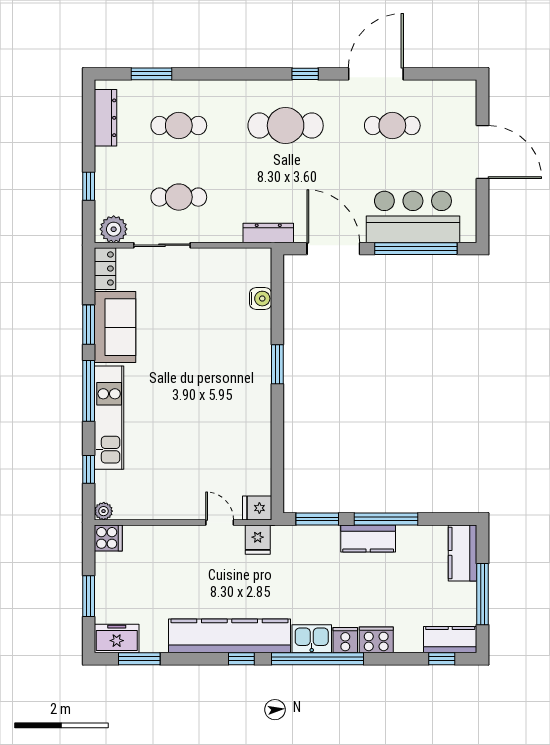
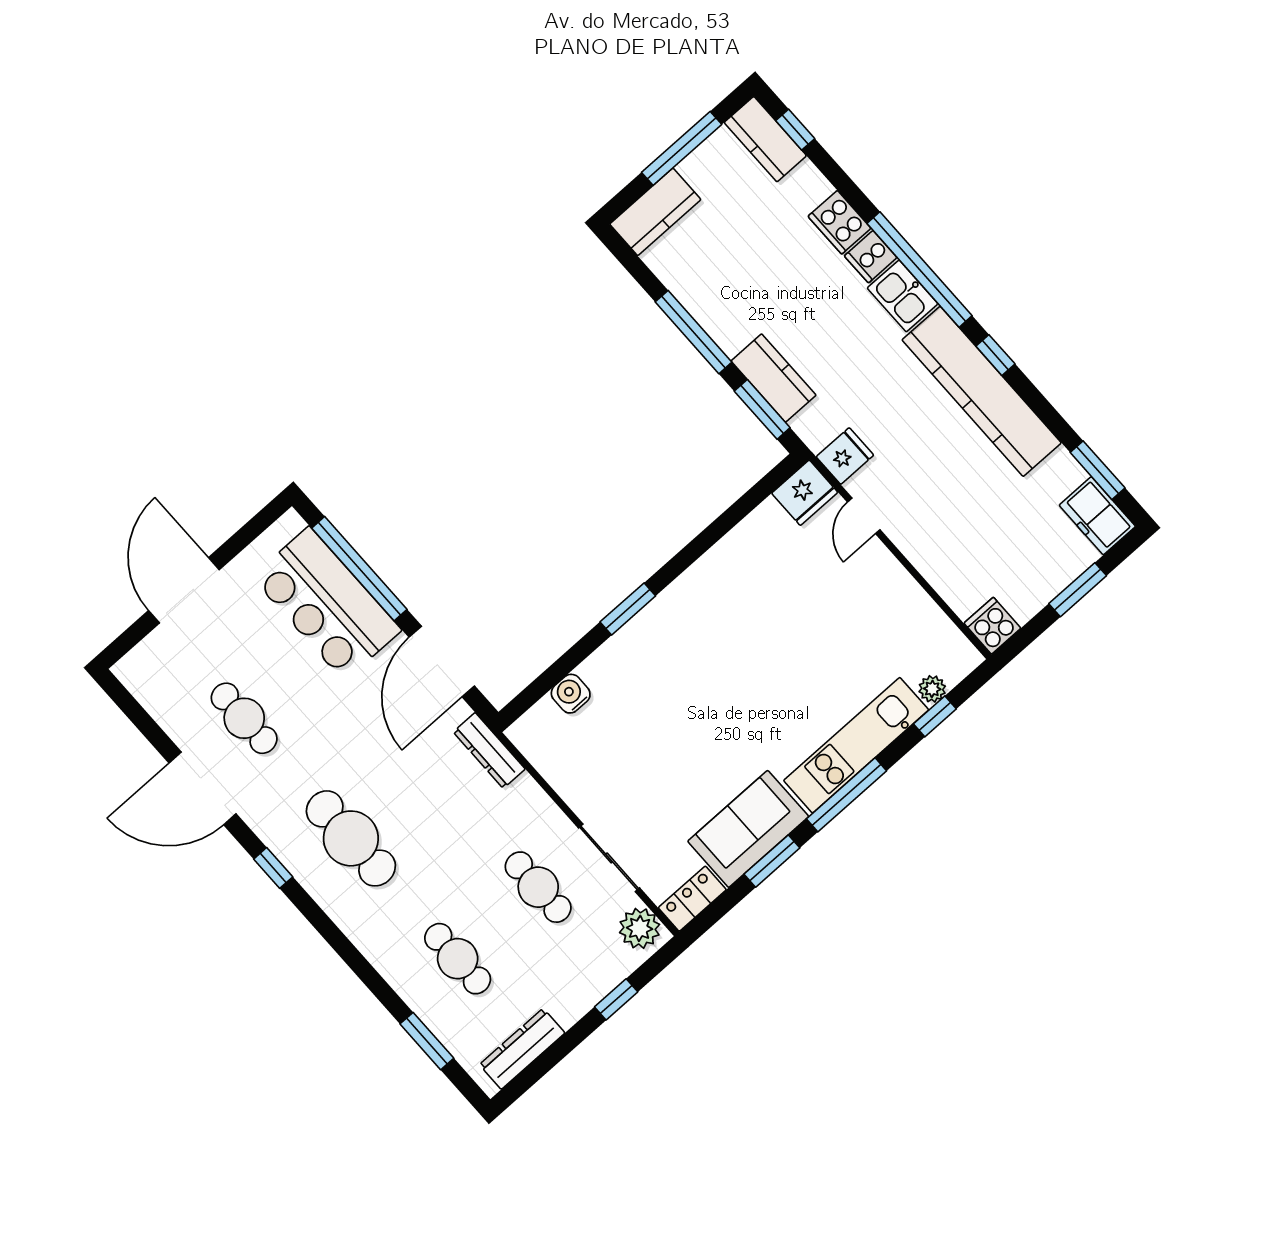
fridge: (257, 508) -> (805, 493), width x1.38
plant: (104, 511) -> (932, 689), moved
kitchen counter: (368, 538) -> (774, 378), moved

